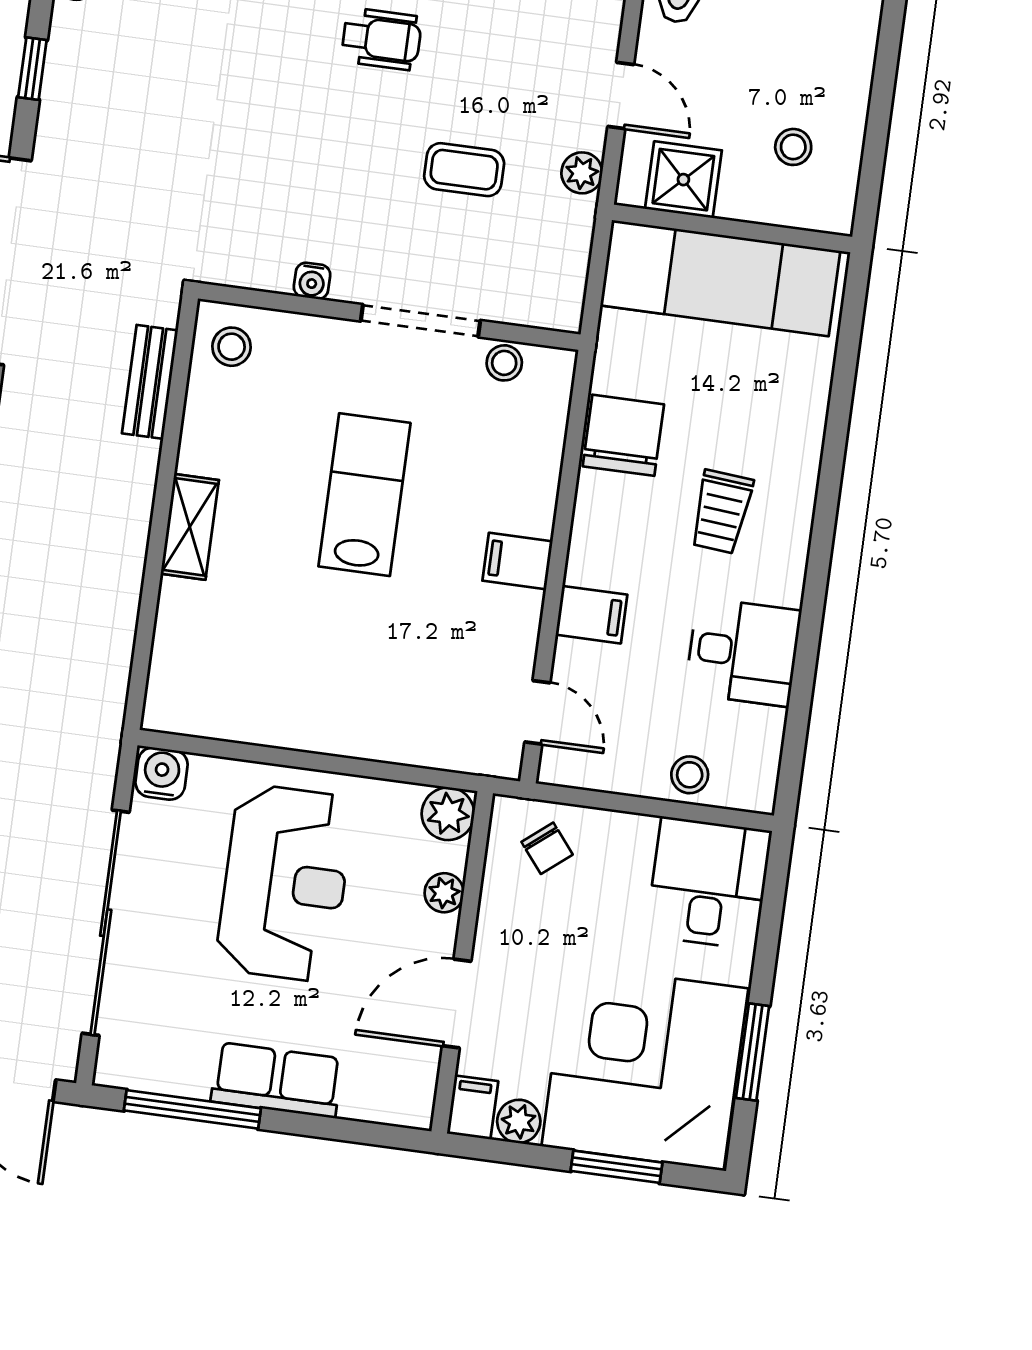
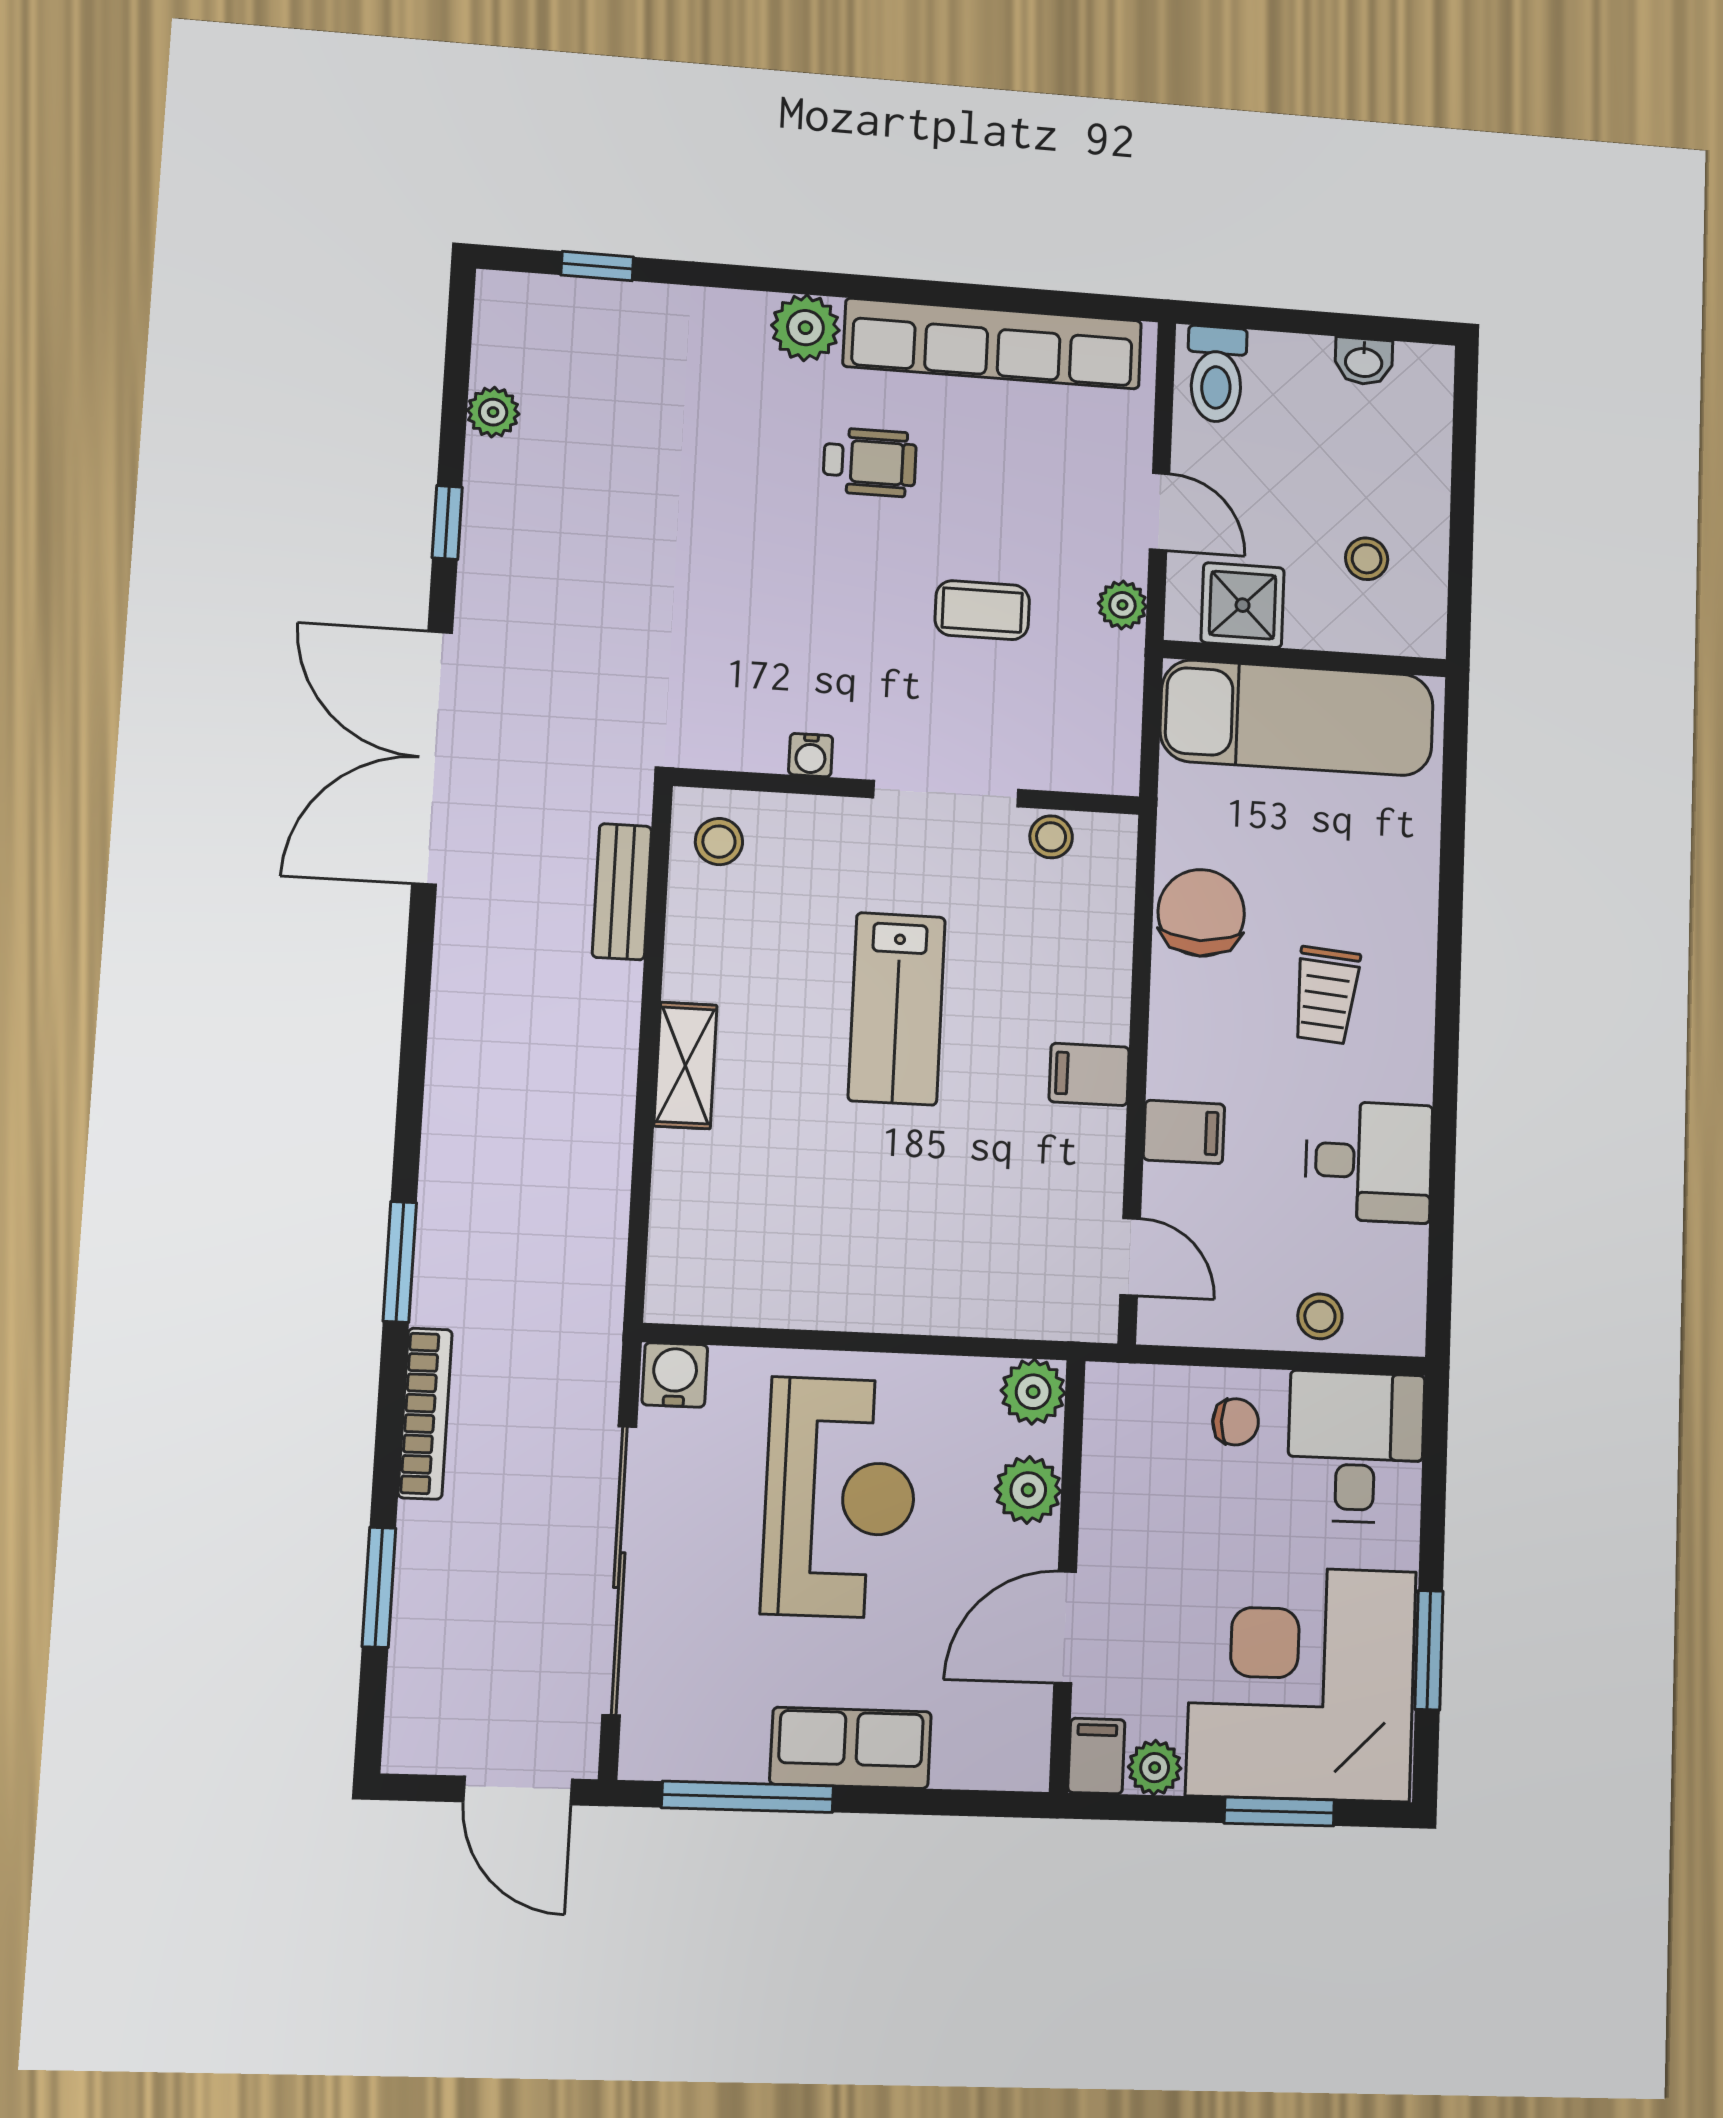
lab bench: (364, 495) -> (897, 1009), turned 180
chair: (547, 848) -> (1236, 1422), moved, turned -51
plant: (444, 893) -> (1028, 1490), width x1.38, depth x1.38

